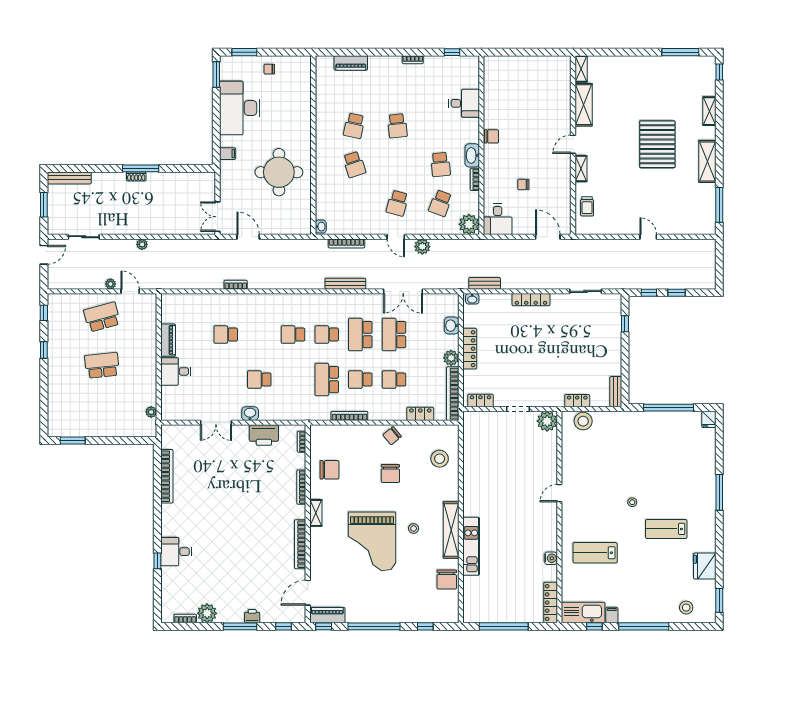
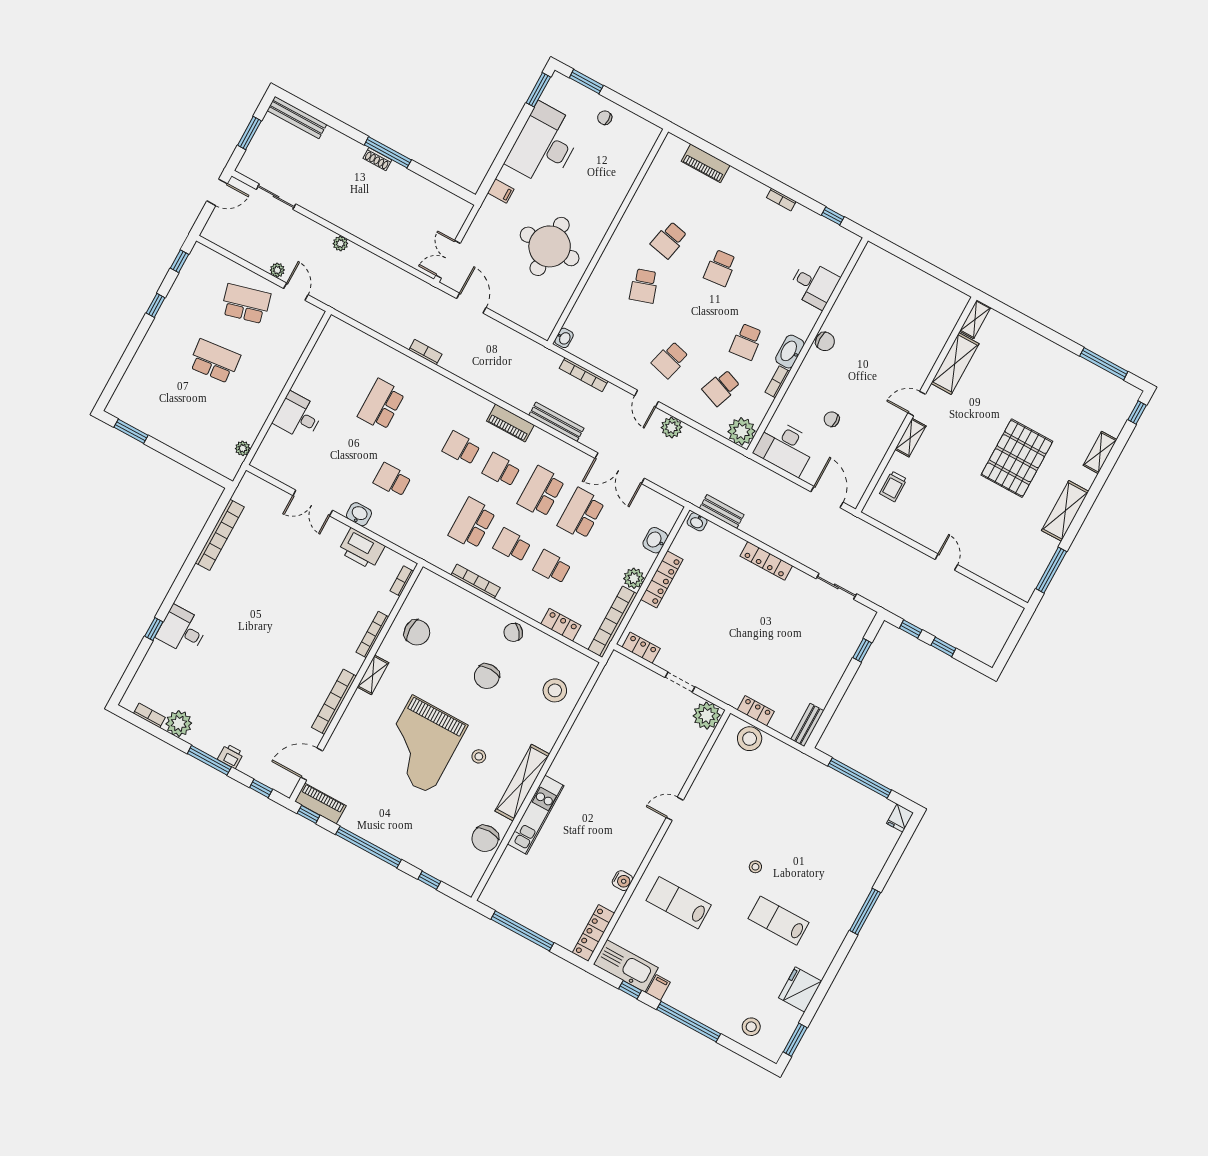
desk: (498, 219) -> (785, 447), width x1.37
school desk: (226, 335) -> (381, 405), width x1.85
piano: (168, 340) -> (510, 423), moved, turned 90

